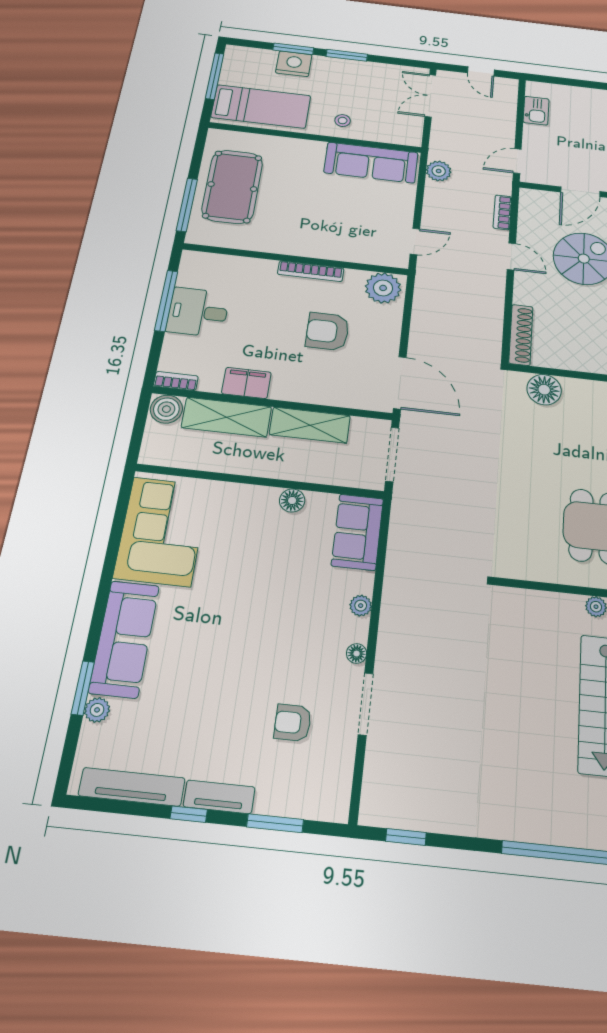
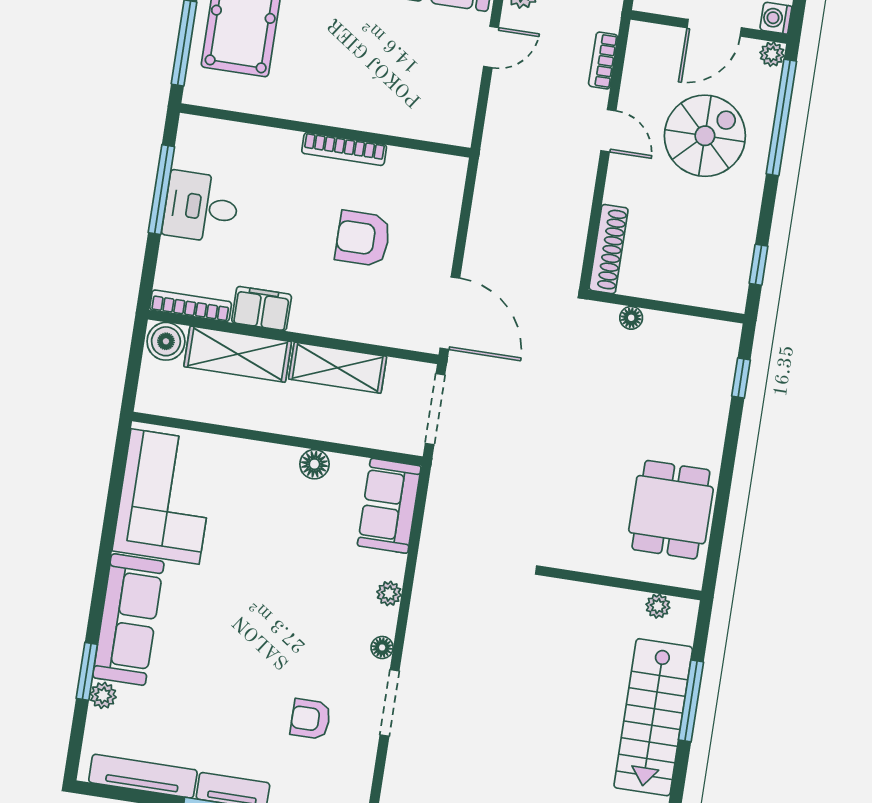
door: (415, 241) -> (491, 47), moved
plant: (383, 288) -> (436, 176), removed
bookcase: (176, 381) -> (191, 306), width x1.56
floor lamp: (544, 390) -> (631, 318), width x0.53, depth x0.53

